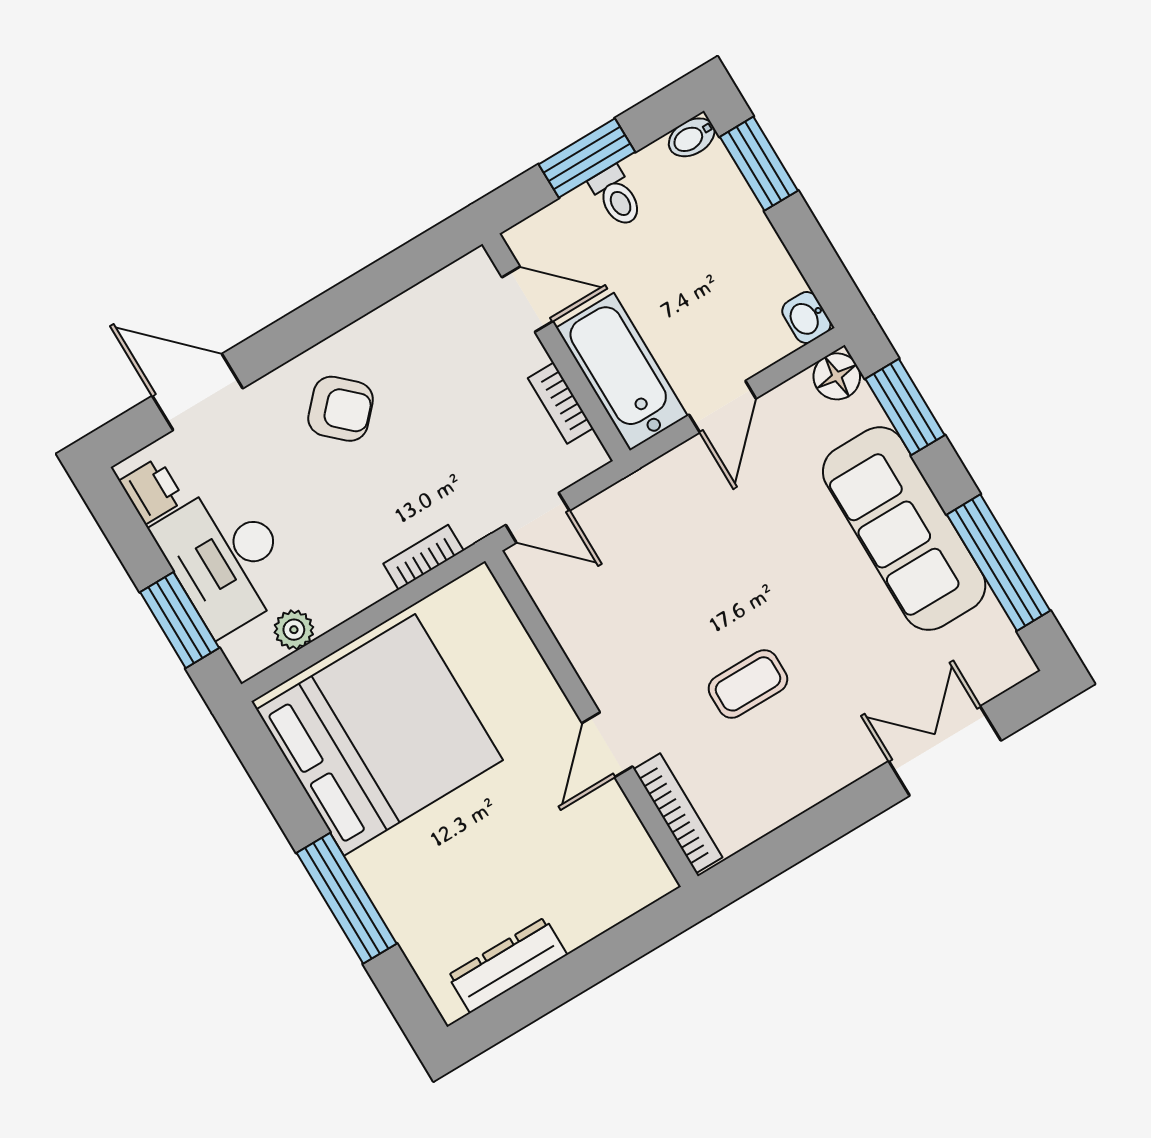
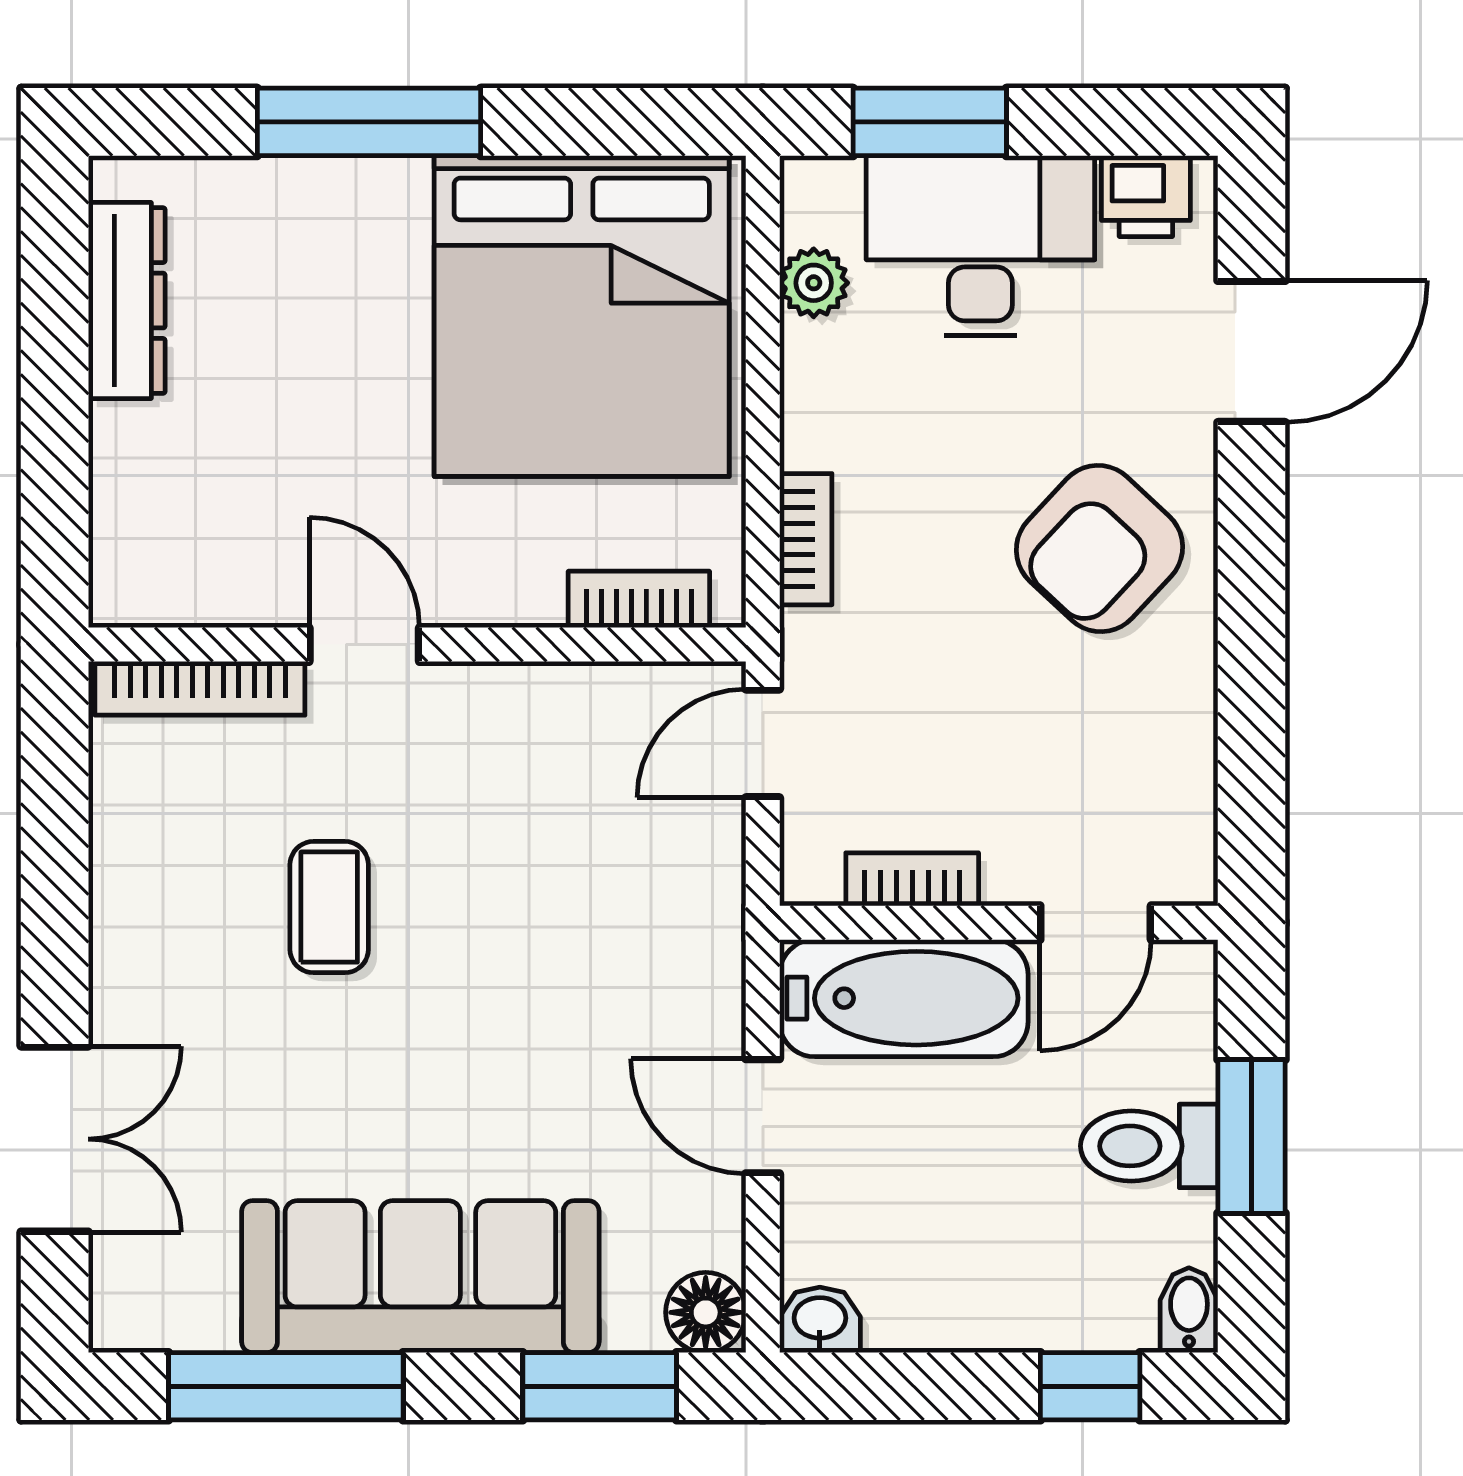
window: (759, 164) -> (1090, 1386), width x0.67
toilet: (616, 197) -> (1149, 1146), width x1.37, depth x1.39
armchair: (341, 409) -> (1099, 549), width x1.38, depth x1.38
bookcase: (503, 622) -> (639, 599), added

